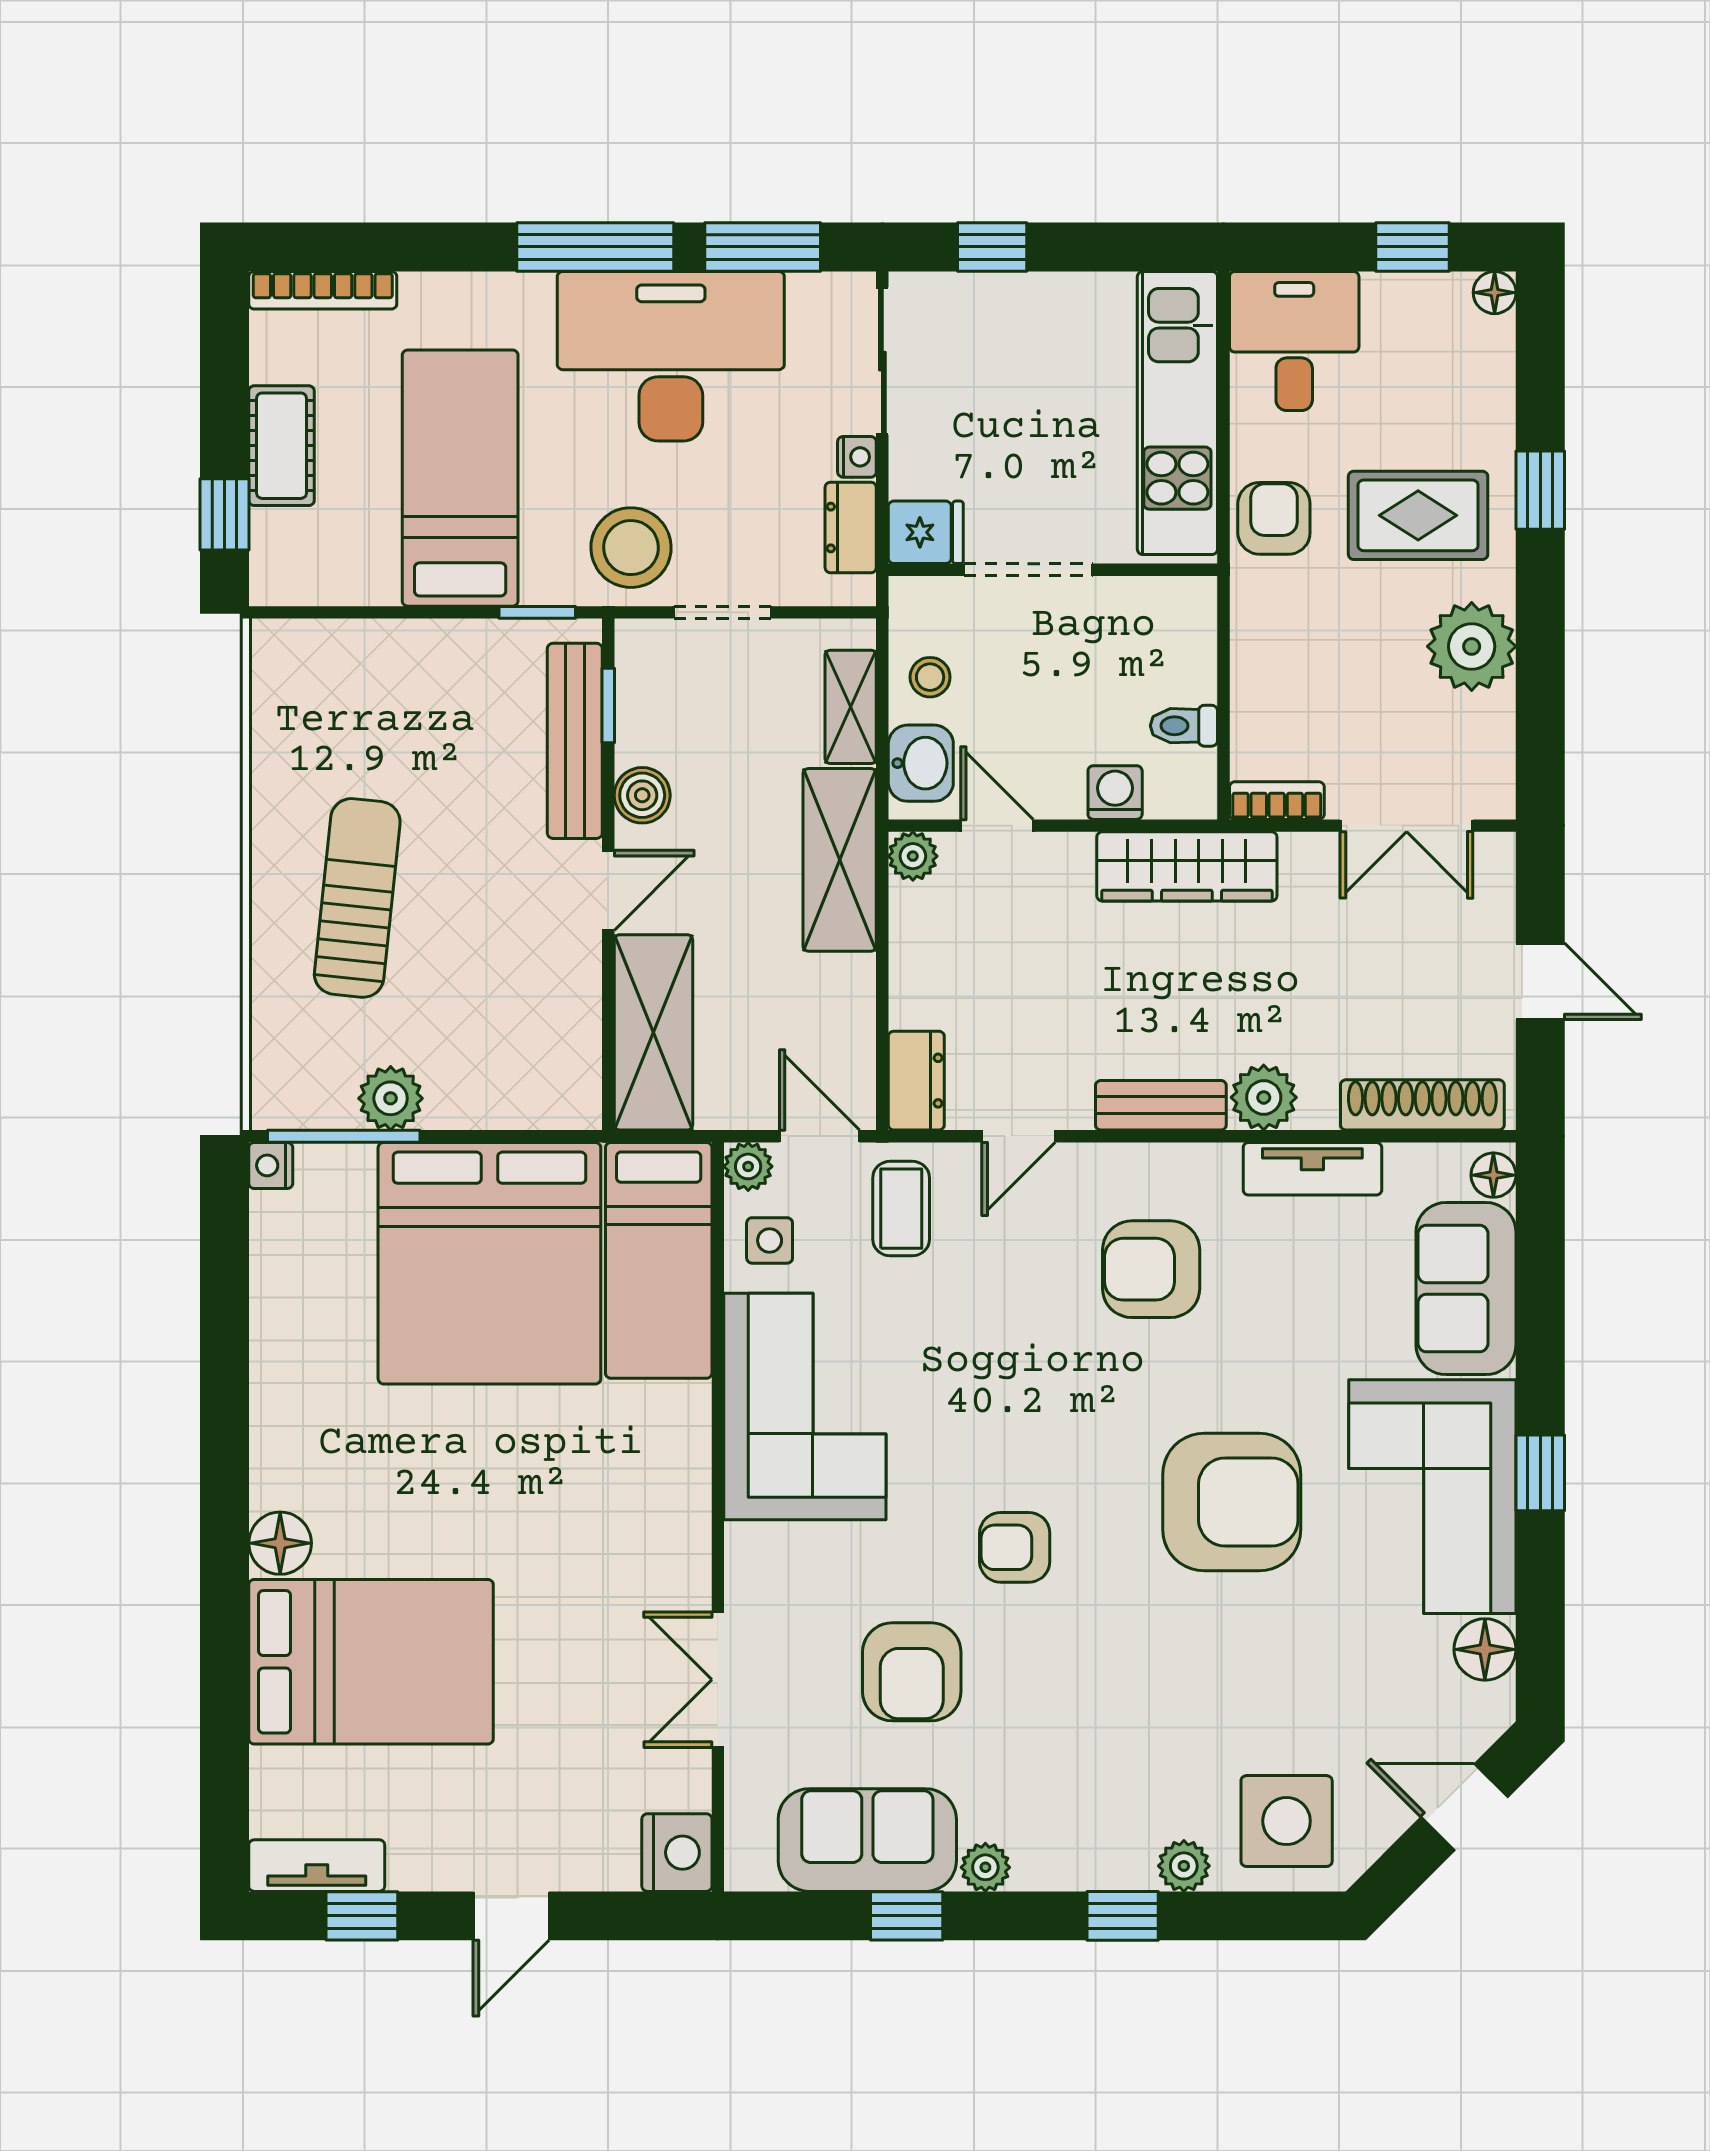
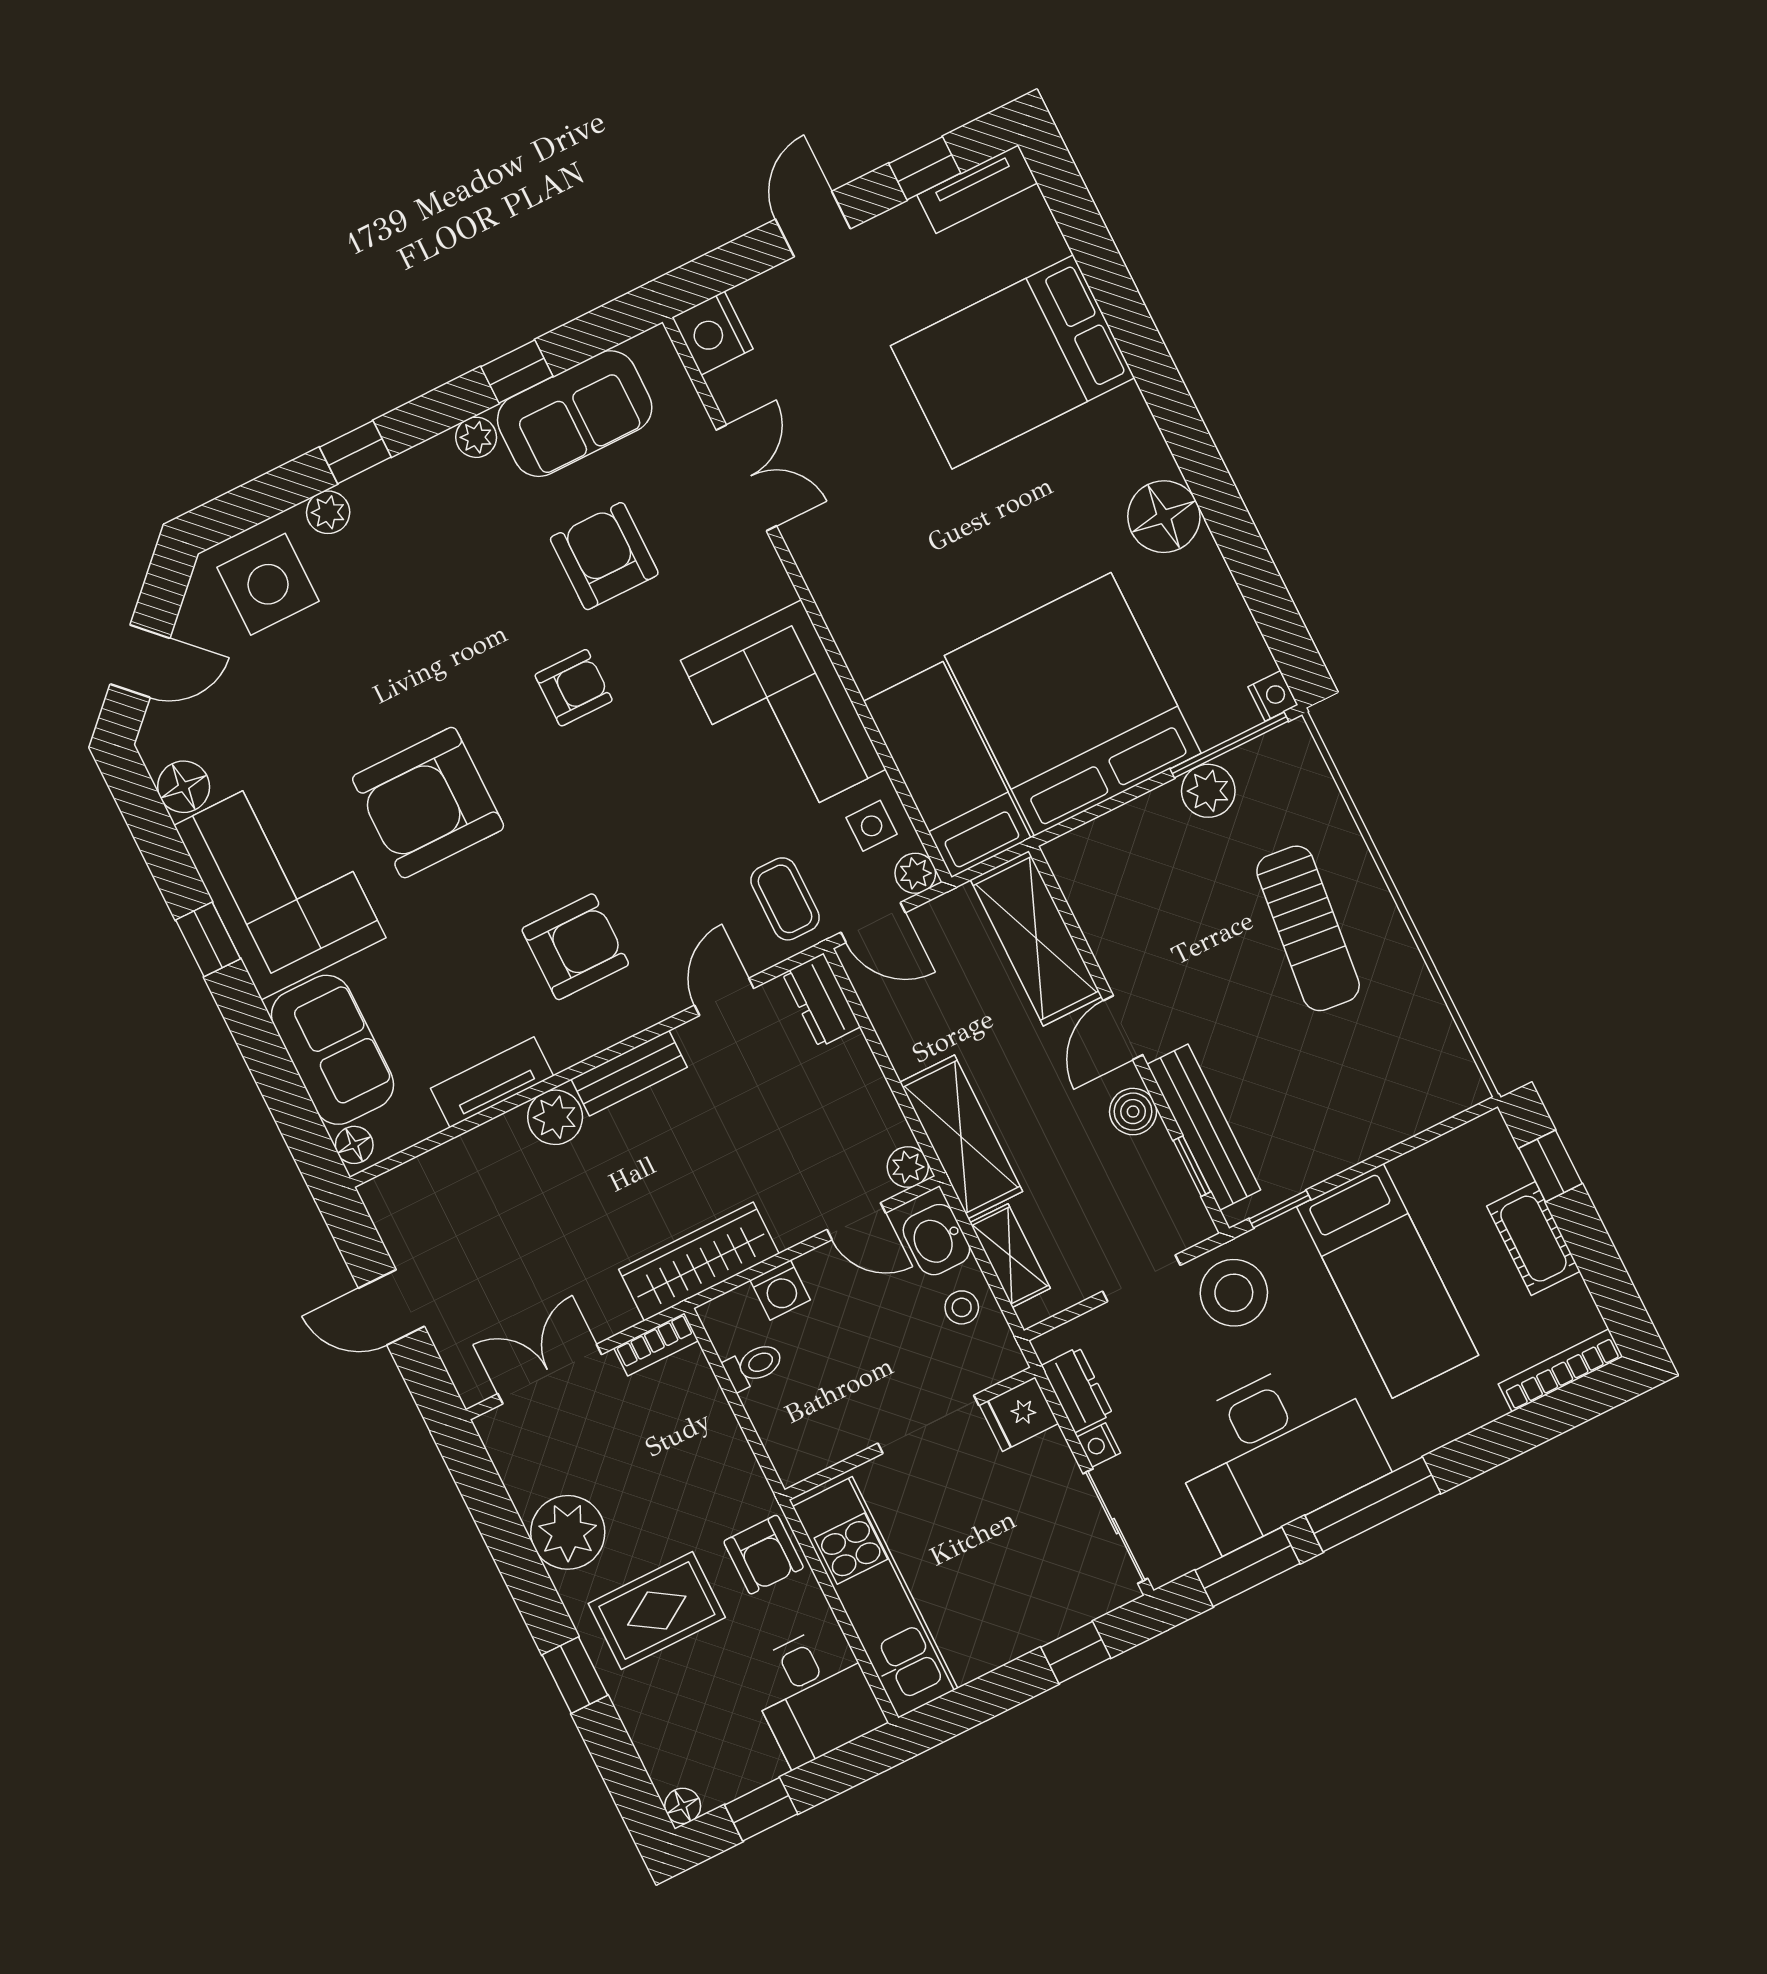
shoe rack: (1422, 1105) -> (434, 1171), removed
floor lamp: (280, 1543) -> (1164, 517), moved, width x1.38, depth x1.38

